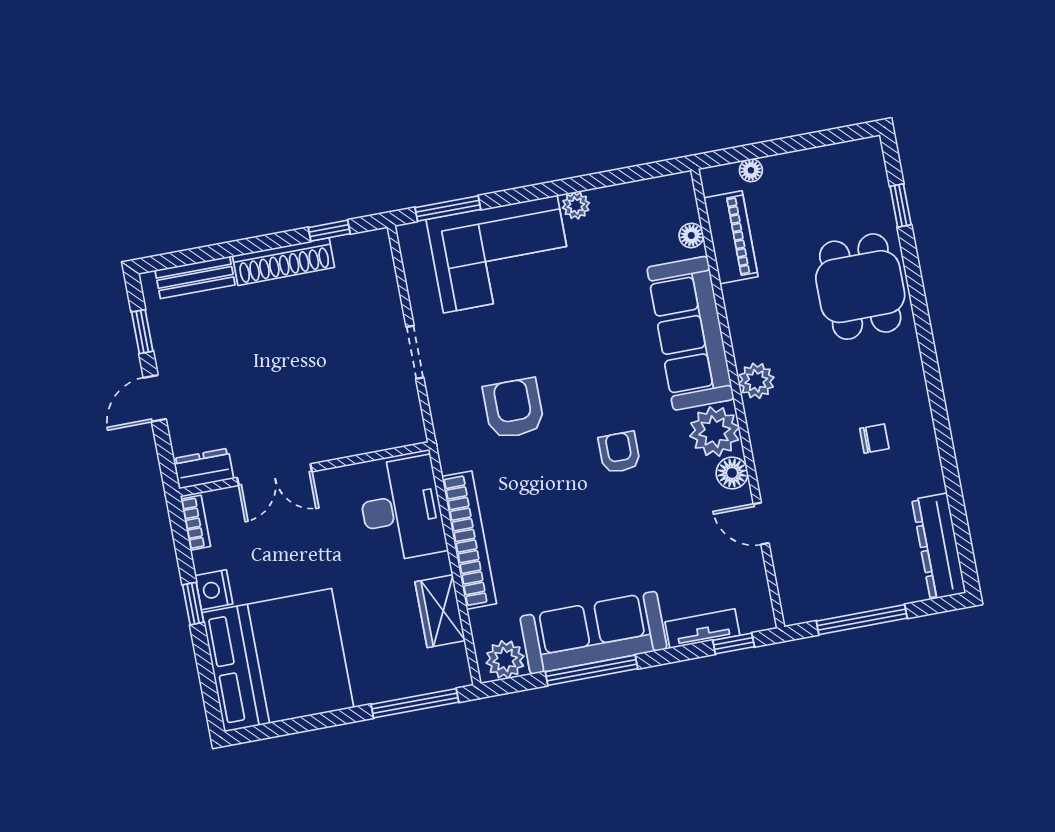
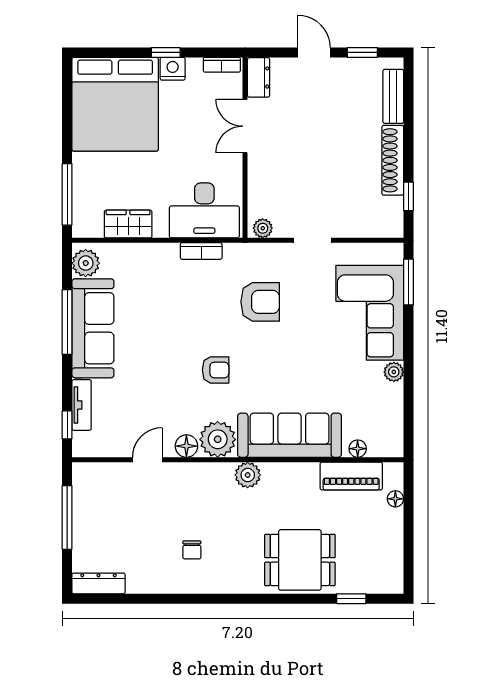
plant: (411, 424) -> (263, 228), added
bookcase: (469, 540) -> (201, 251), width x0.43, depth x0.76
dresser: (939, 546) -> (98, 583), width x0.73, depth x0.80

